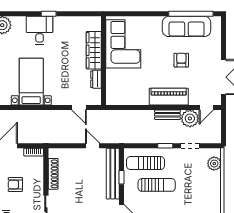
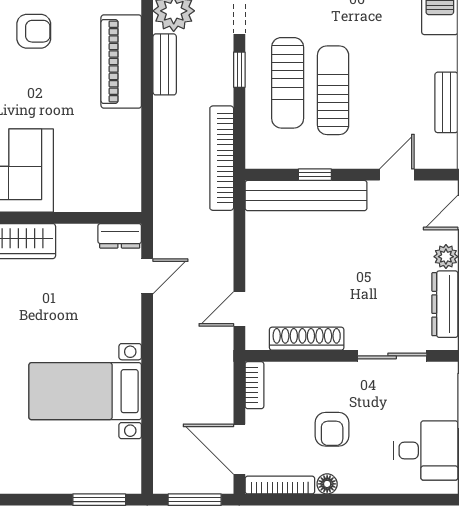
armchair: (181, 60) -> (34, 31), turned 180
dresser: (96, 79) -> (120, 236), moved
bookcase: (128, 138) -> (222, 158), added
door: (93, 146) -> (239, 309), moved
sun lounger: (146, 163) -> (288, 83), moved

